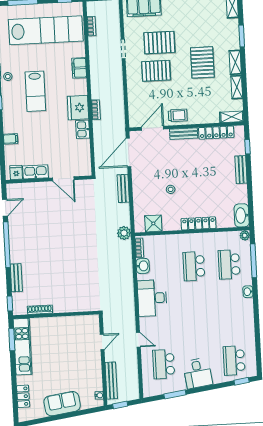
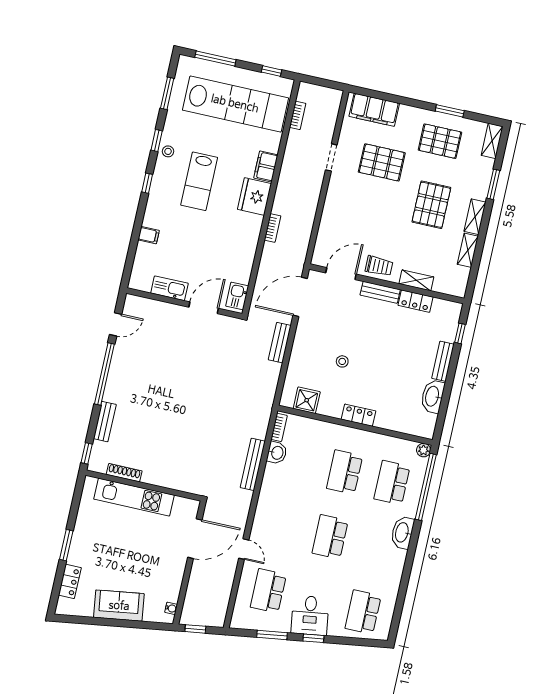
pallet: (156, 71) -> (440, 141), moved
fridge: (78, 108) -> (255, 196), moved
shelving: (232, 117) -> (416, 280), moved
kitchen sink: (83, 129) -> (237, 296), moved
locker: (216, 133) -> (416, 301), width x0.66
fridge: (16, 172) -> (144, 282), removed
door: (63, 179) -> (204, 308), swing flipped
washbasin: (242, 215) -> (433, 396), moved
locker: (199, 223) -> (359, 415), width x0.66
plant: (124, 233) -> (264, 402), removed
window: (253, 261) -> (426, 487), width x1.46
washbasin: (248, 292) -> (402, 532), width x1.91, depth x1.45
desk: (152, 298) -> (277, 499), removed
school desk: (196, 314) -> (330, 537), added
window: (12, 340) -> (66, 545), moved
door: (102, 342) -> (195, 539), width x1.87
kitchen unit: (23, 347) -> (134, 497), moved, turned 90
bench: (111, 381) -> (253, 464), moved
window: (242, 381) -> (313, 638), moved

